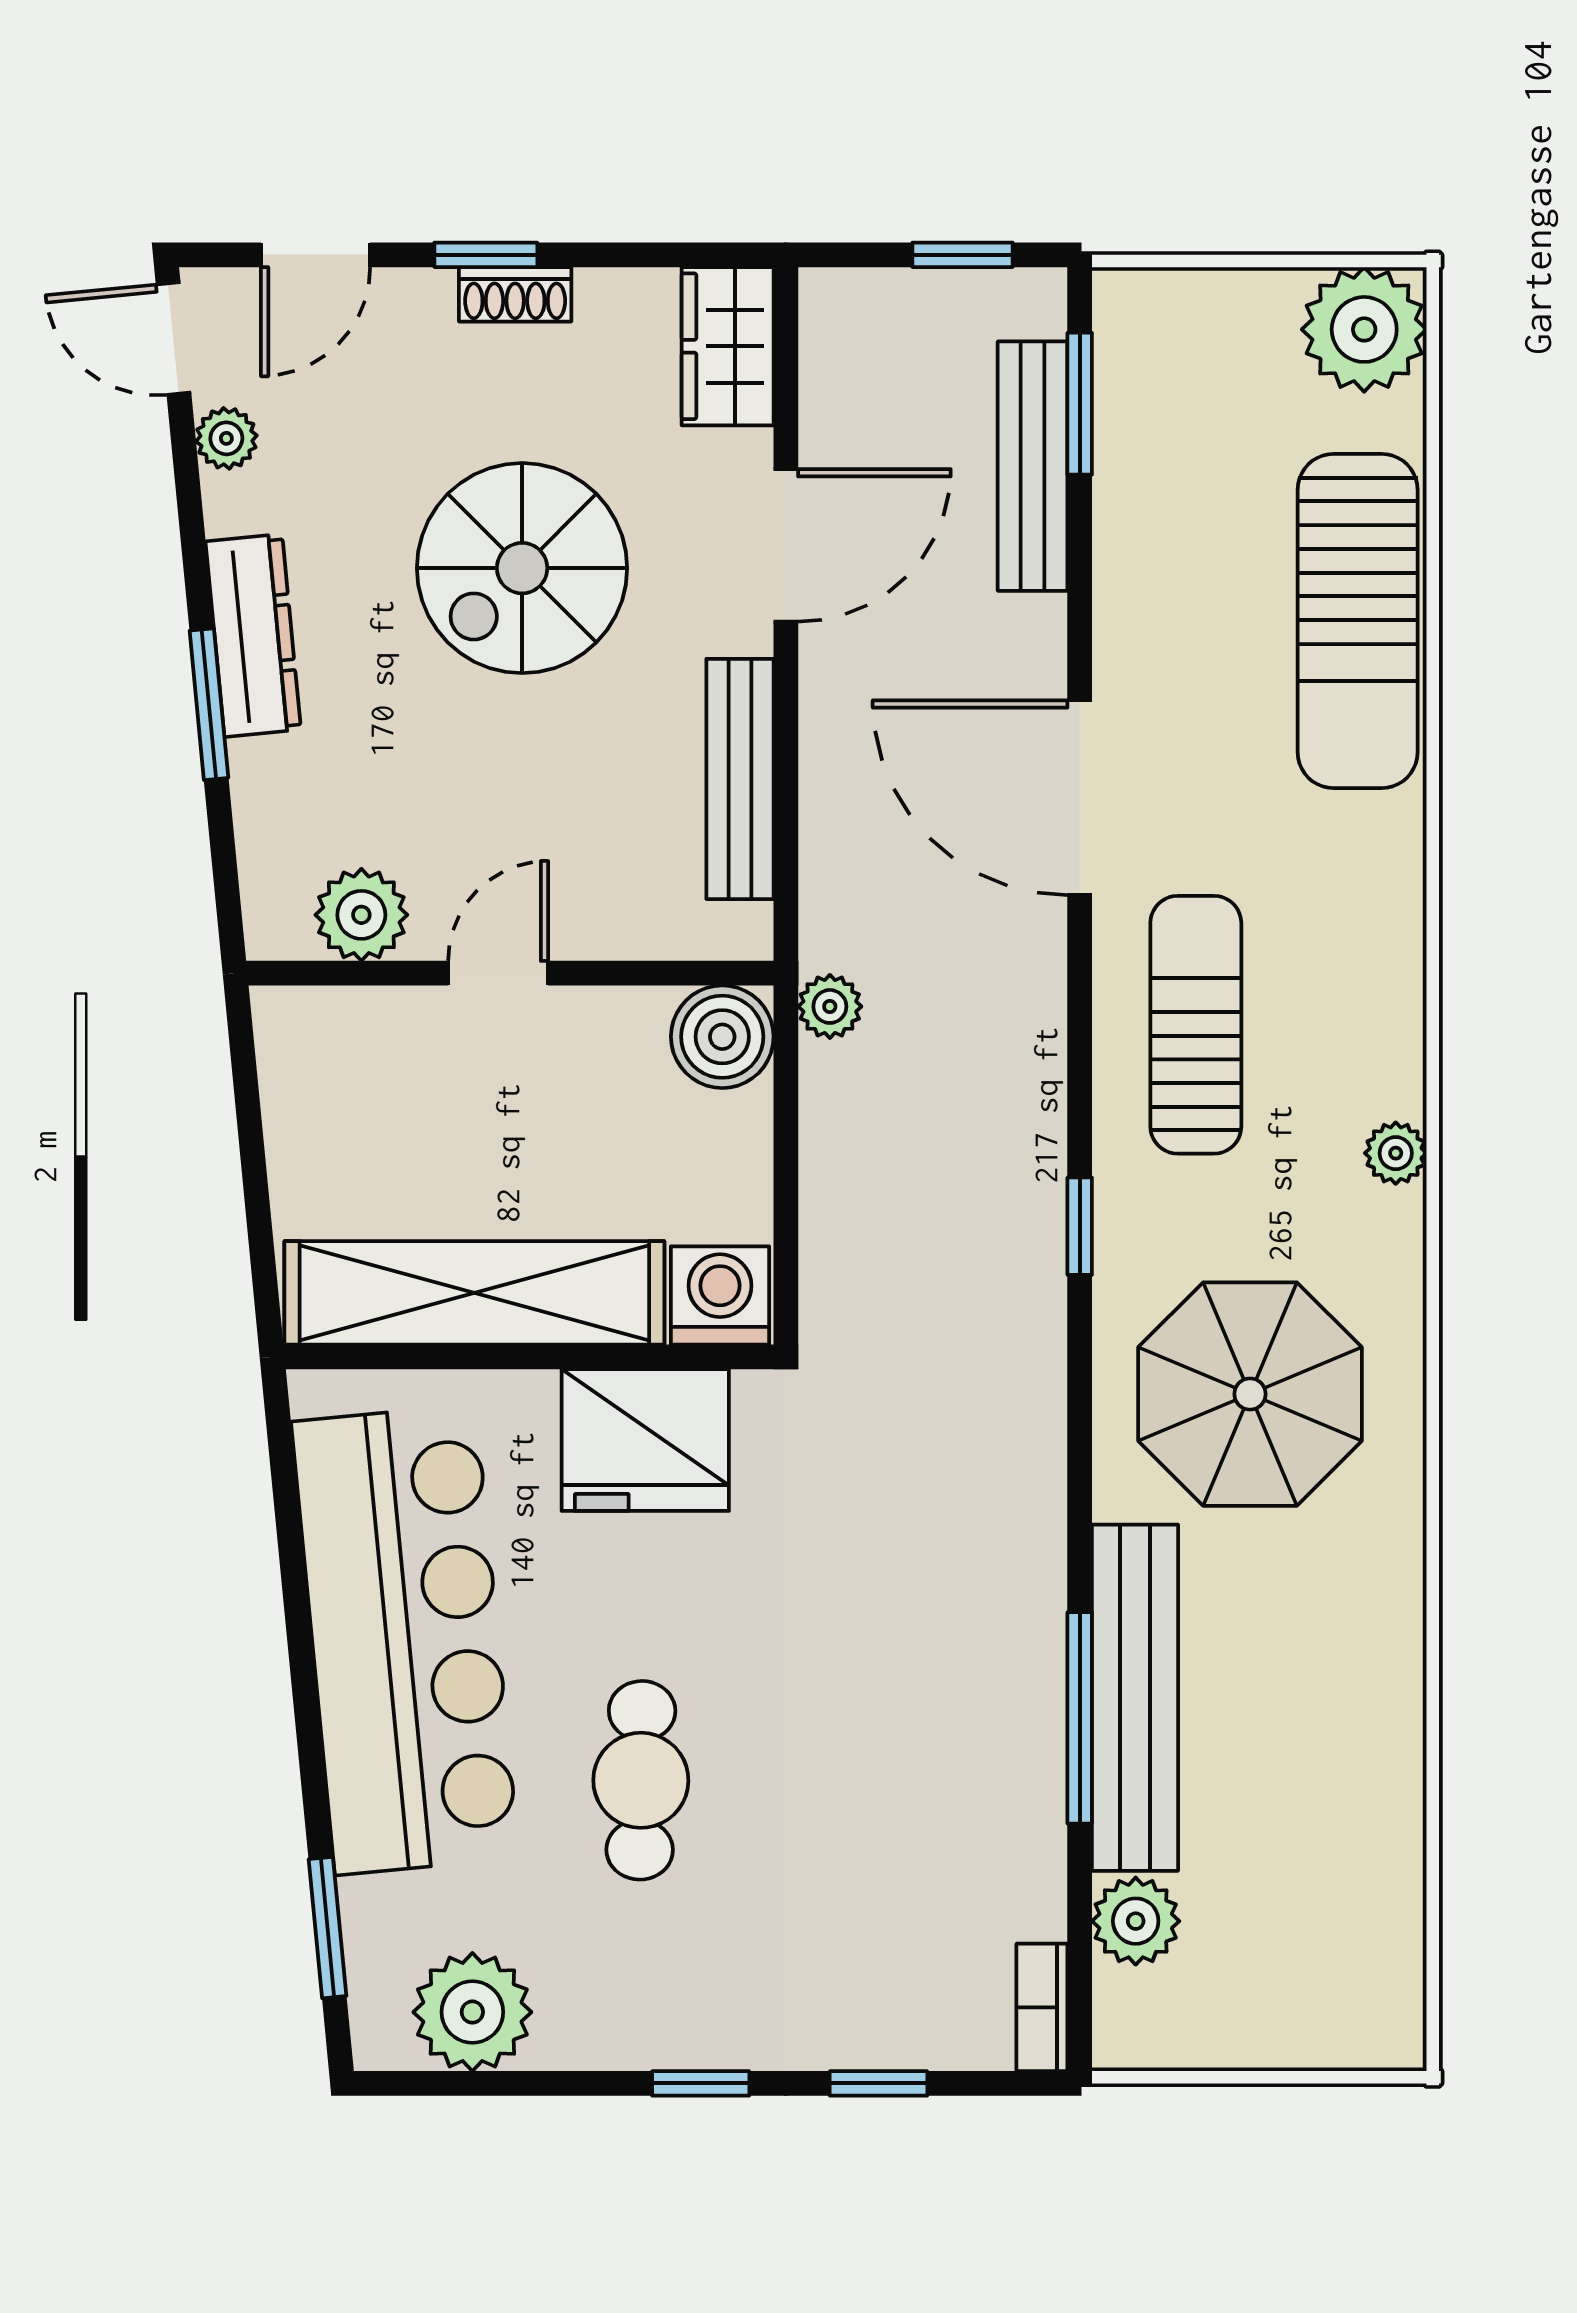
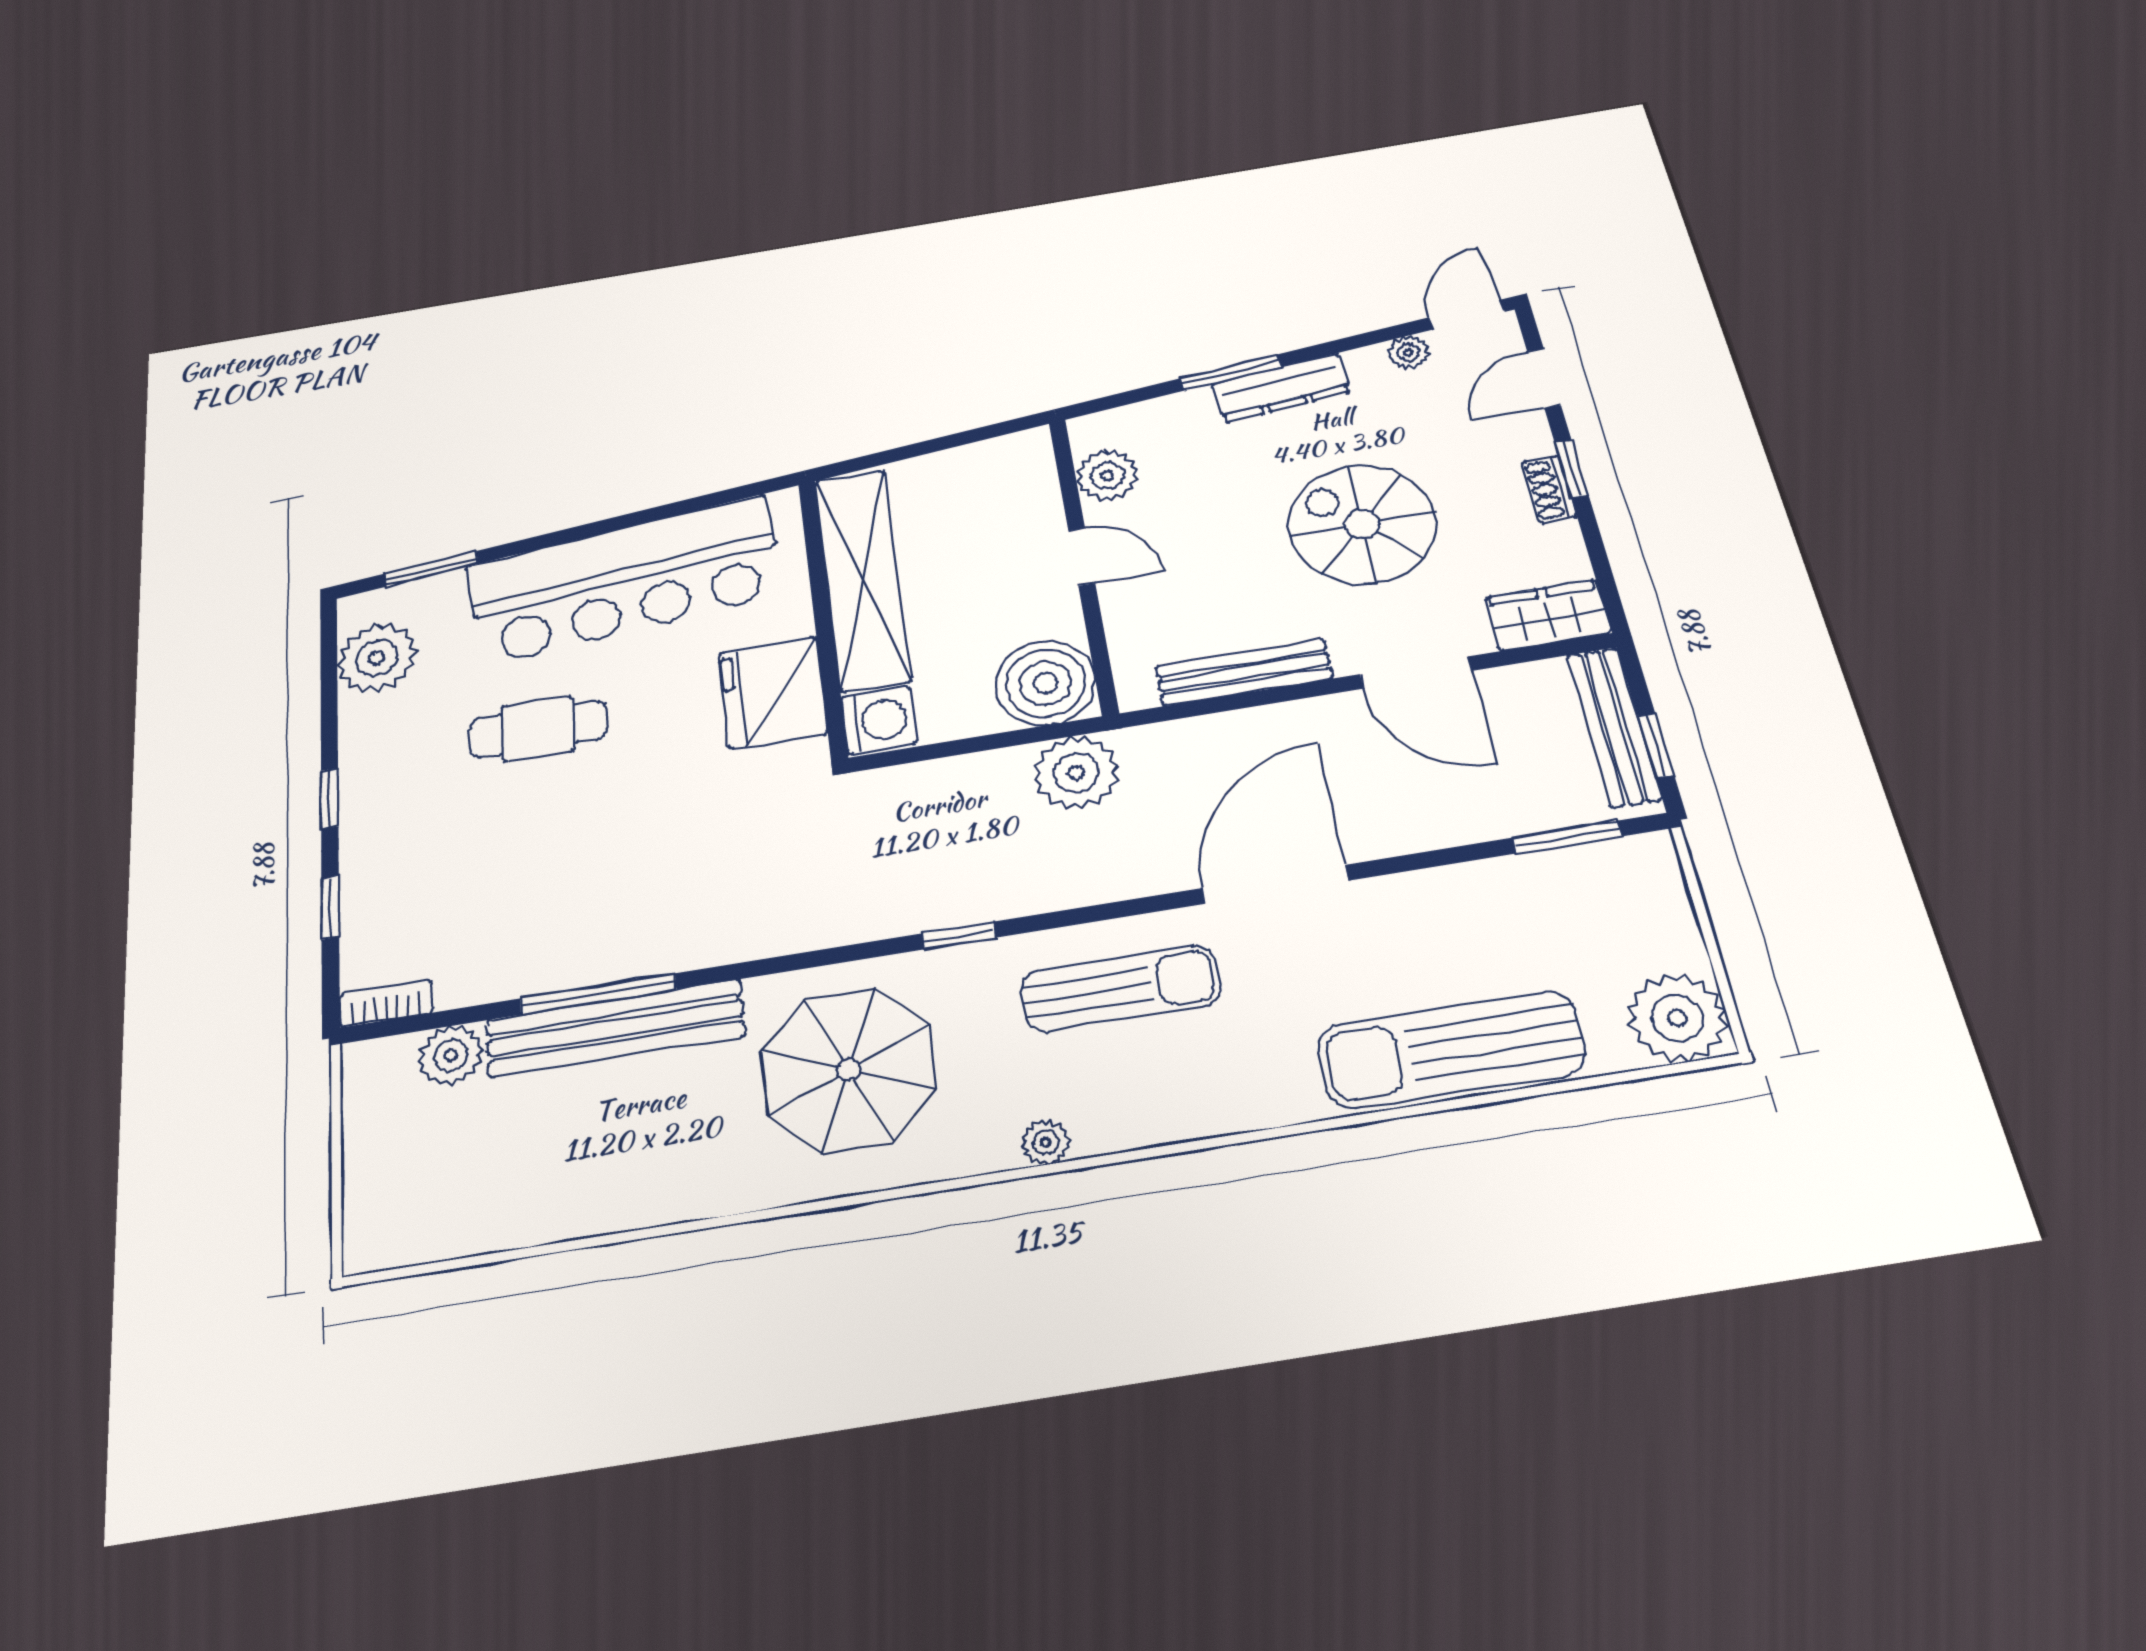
door: (316, 255) -> (1544, 378), hinge flipped
bench: (1033, 466) -> (1614, 727), moved, turned 90
plant: (830, 1006) -> (1076, 773), width x1.87, depth x1.87
boiler: (722, 1037) -> (1045, 683), width x1.37, depth x1.37

